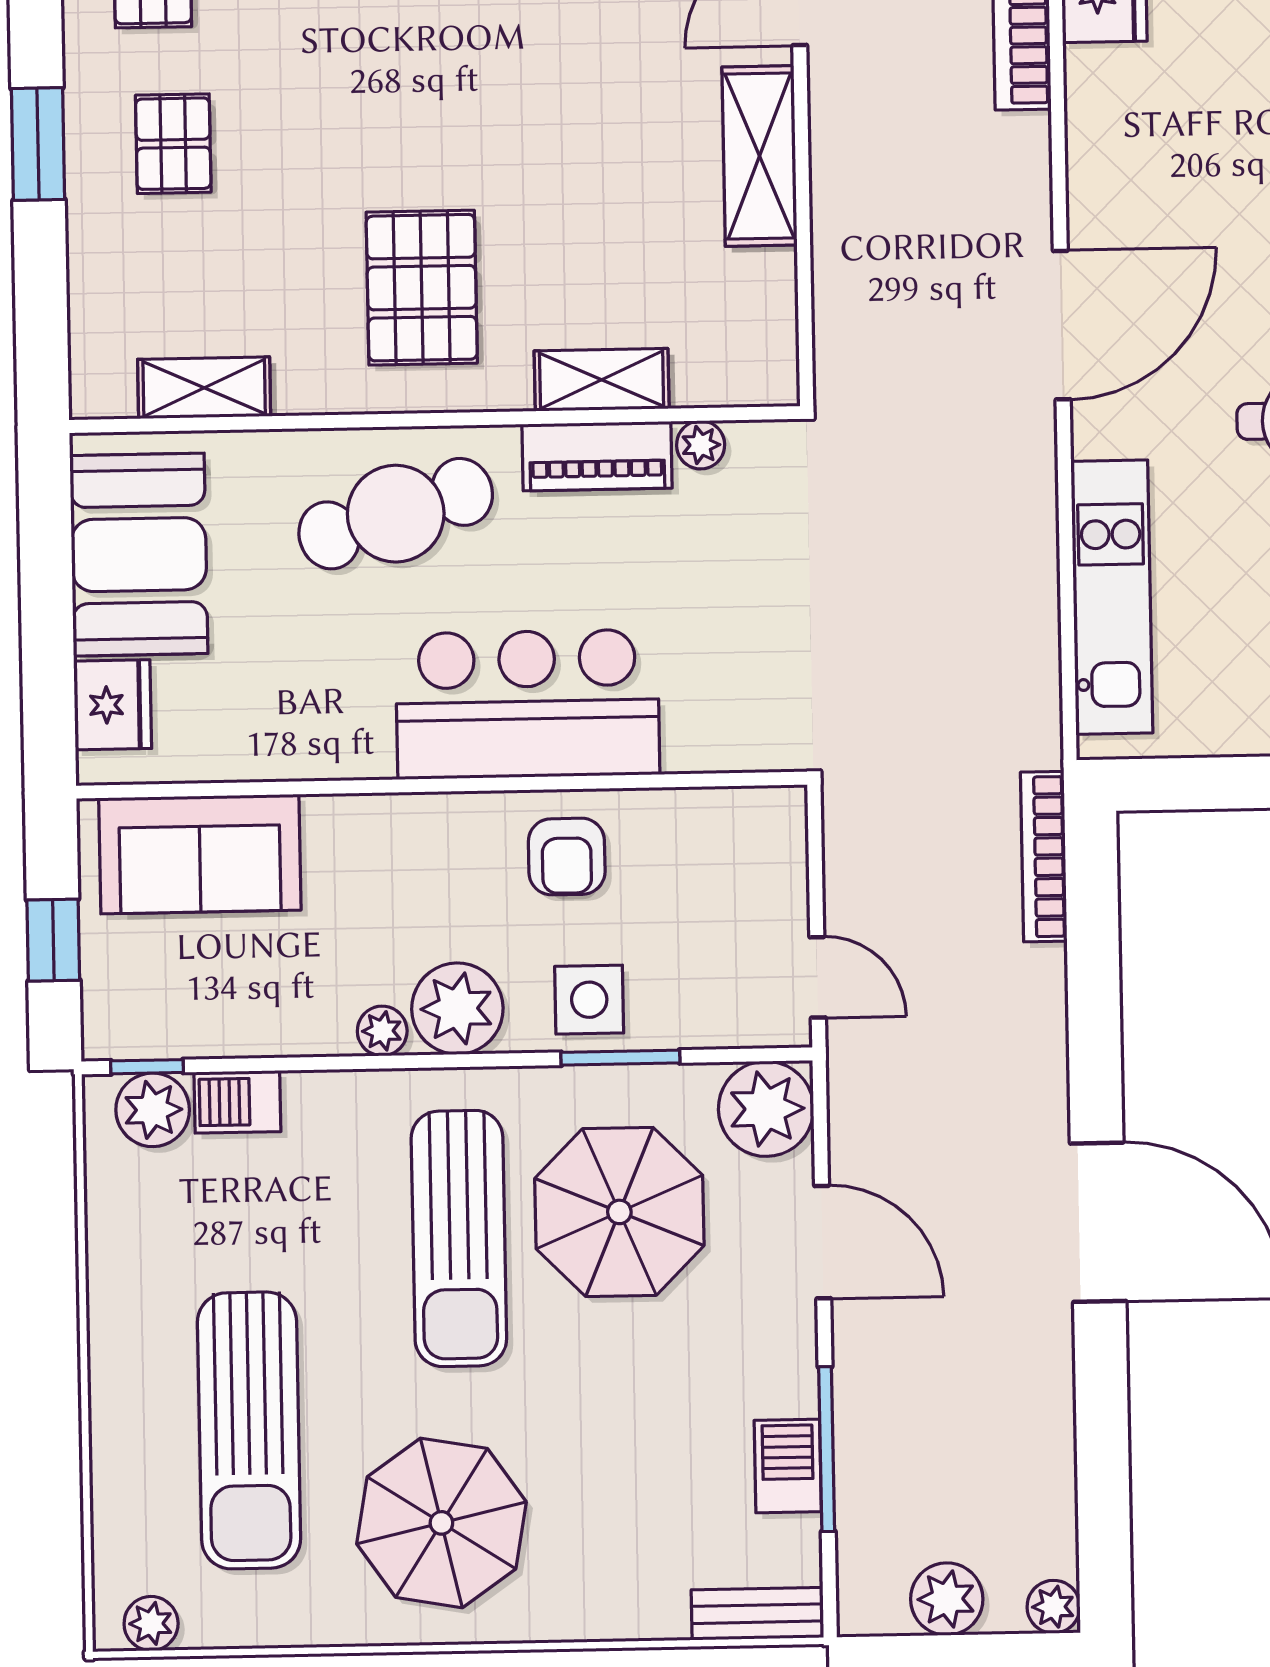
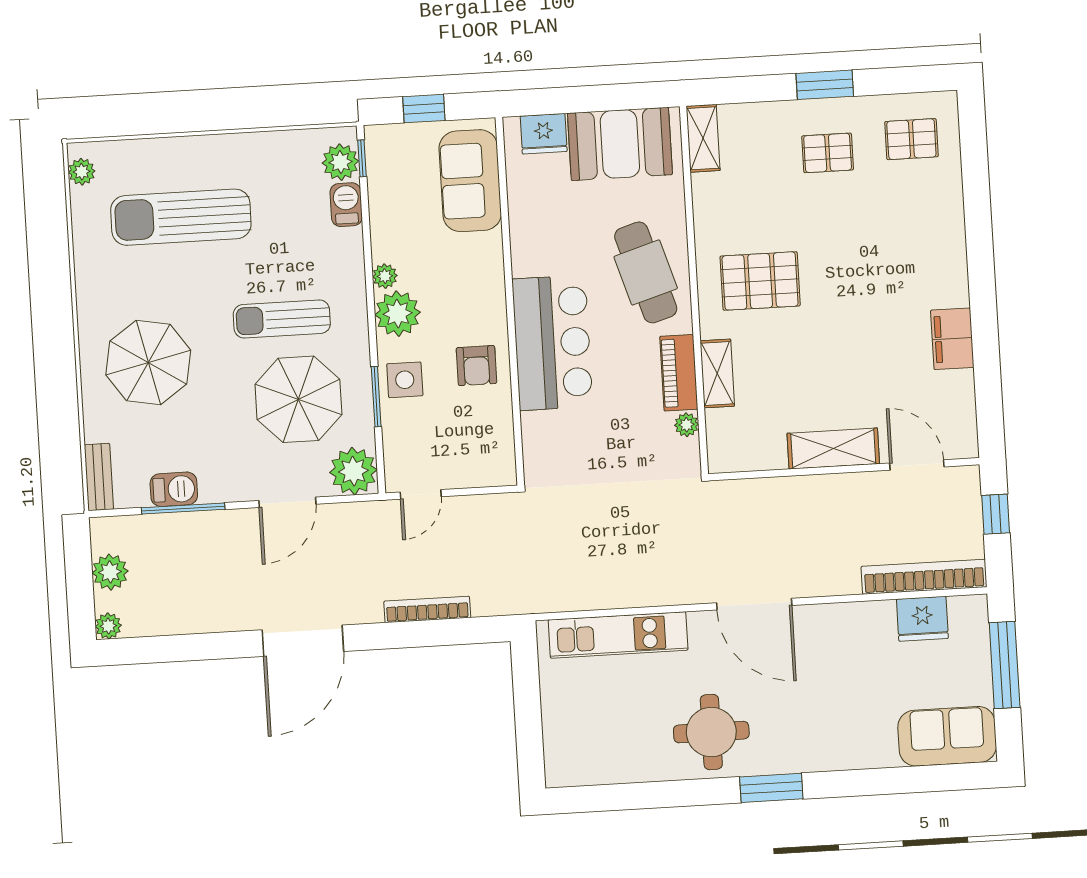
shelving: (204, 388) -> (703, 138), moved
armchair: (567, 857) -> (476, 366), turned -90
bookcase: (1044, 857) -> (427, 609), moved
sun lounger: (459, 1239) -> (282, 319), width x0.73, depth x0.75
parasol: (441, 1523) -> (148, 362), moved

